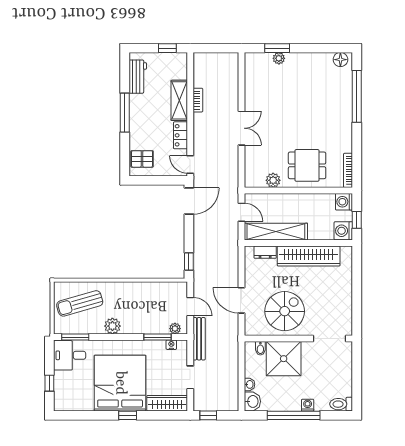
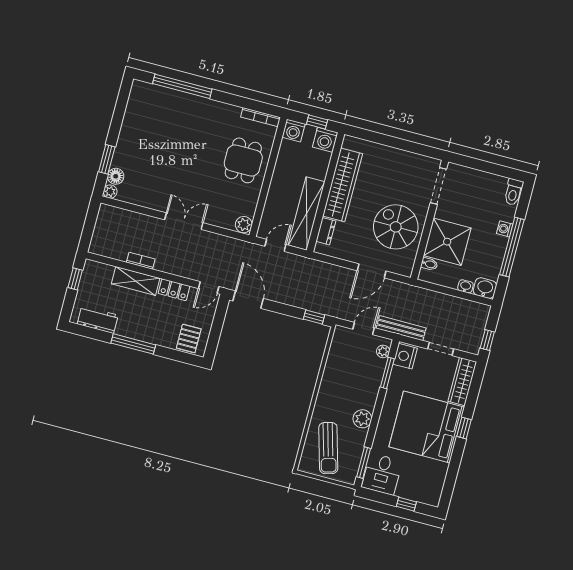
plant: (279, 58) -> (110, 192), moved
floor lamp: (340, 60) -> (116, 176), moved
plant: (273, 180) -> (244, 225), moved
nightstand: (171, 345) -> (405, 356), width x1.89, depth x1.79

